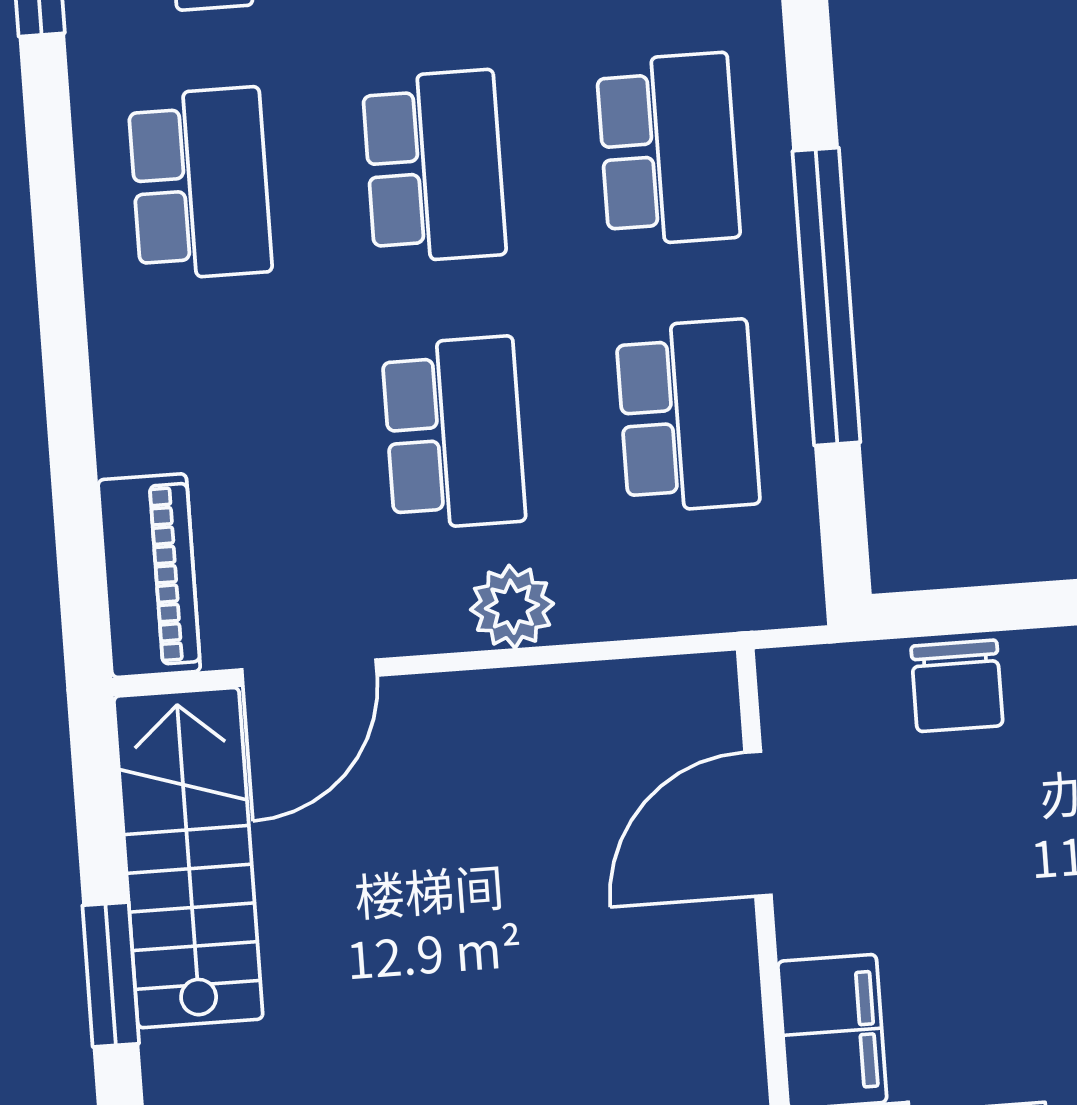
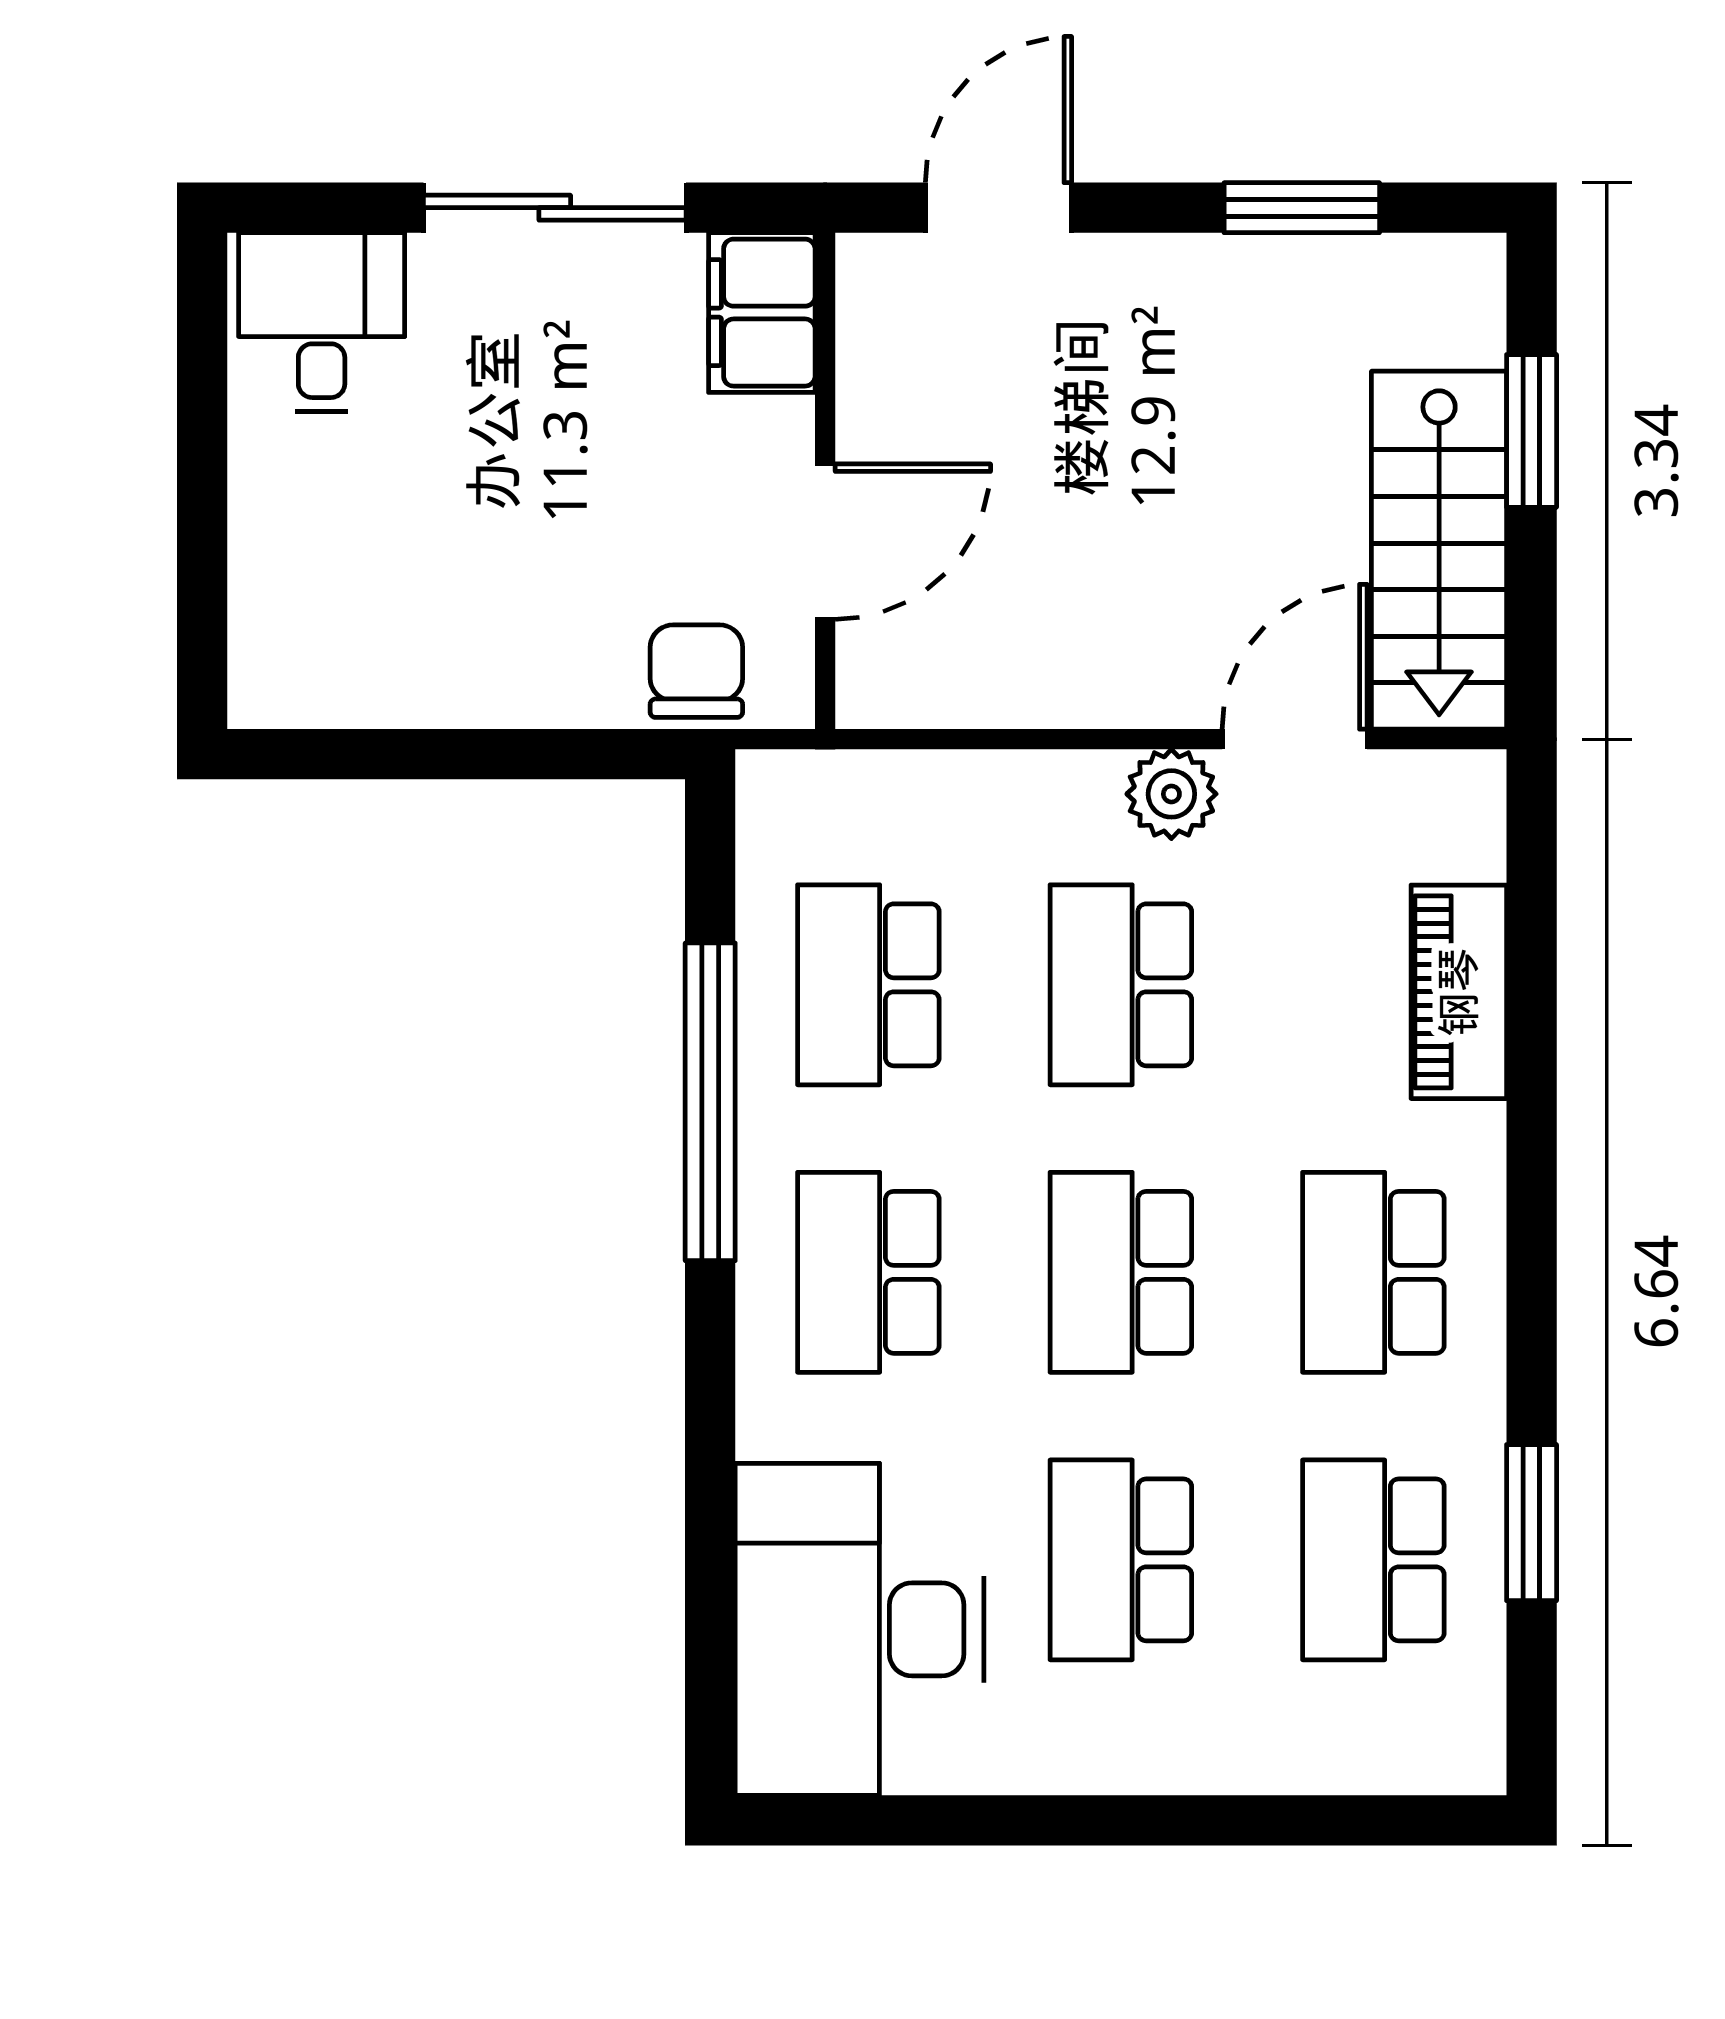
piano: (149, 576) -> (1459, 992), moved
plant: (512, 607) -> (1171, 794), moved
chair: (957, 686) -> (696, 671), moved

